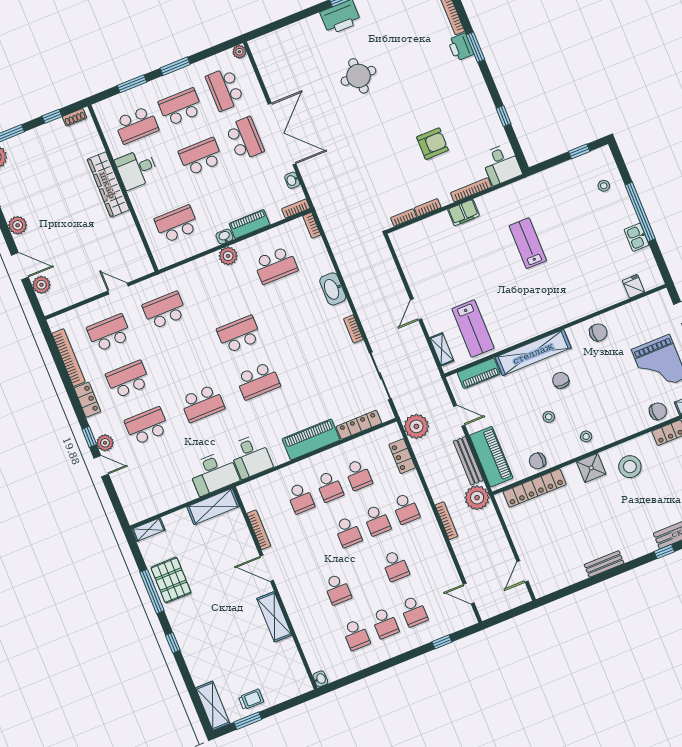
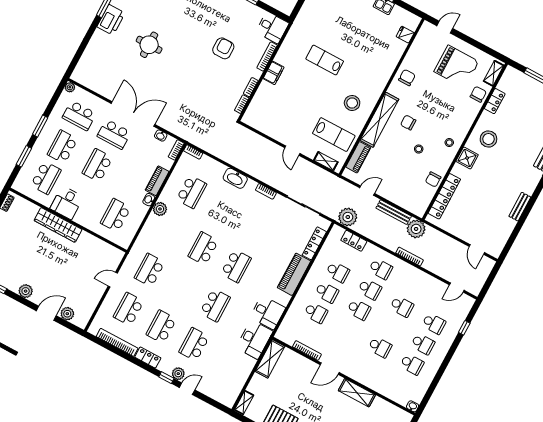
school desk: (245, 139) -> (114, 134), turned 180
stool: (519, 312) -> (352, 103), added
piano: (491, 457) -> (405, 199), removed

